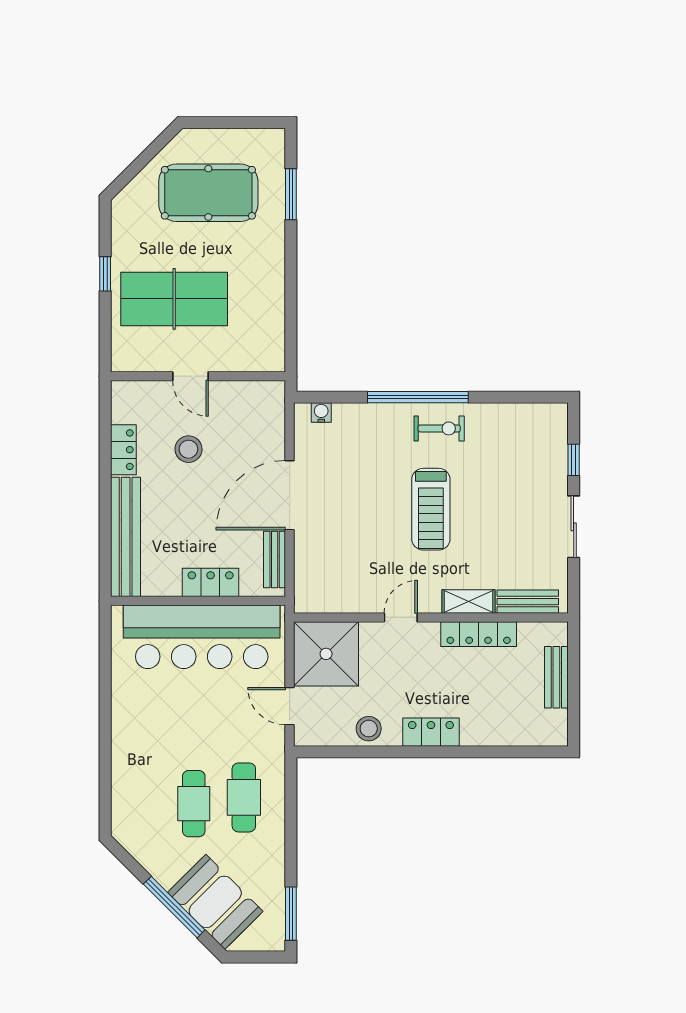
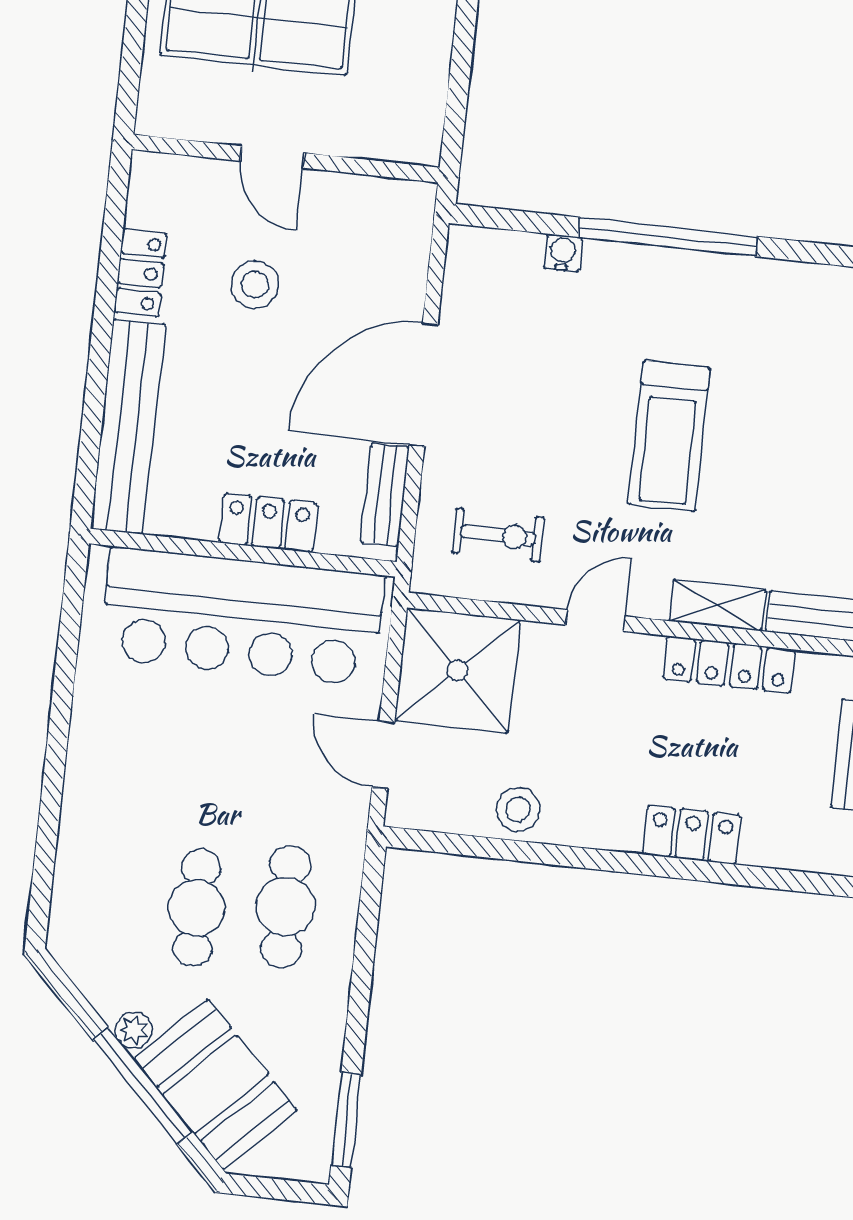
water cooler: (321, 412) -> (563, 253), moved
exercise bike: (439, 428) -> (498, 535), moved
locker: (431, 732) -> (692, 835), moved
plant: (166, 876) -> (134, 1030), added

